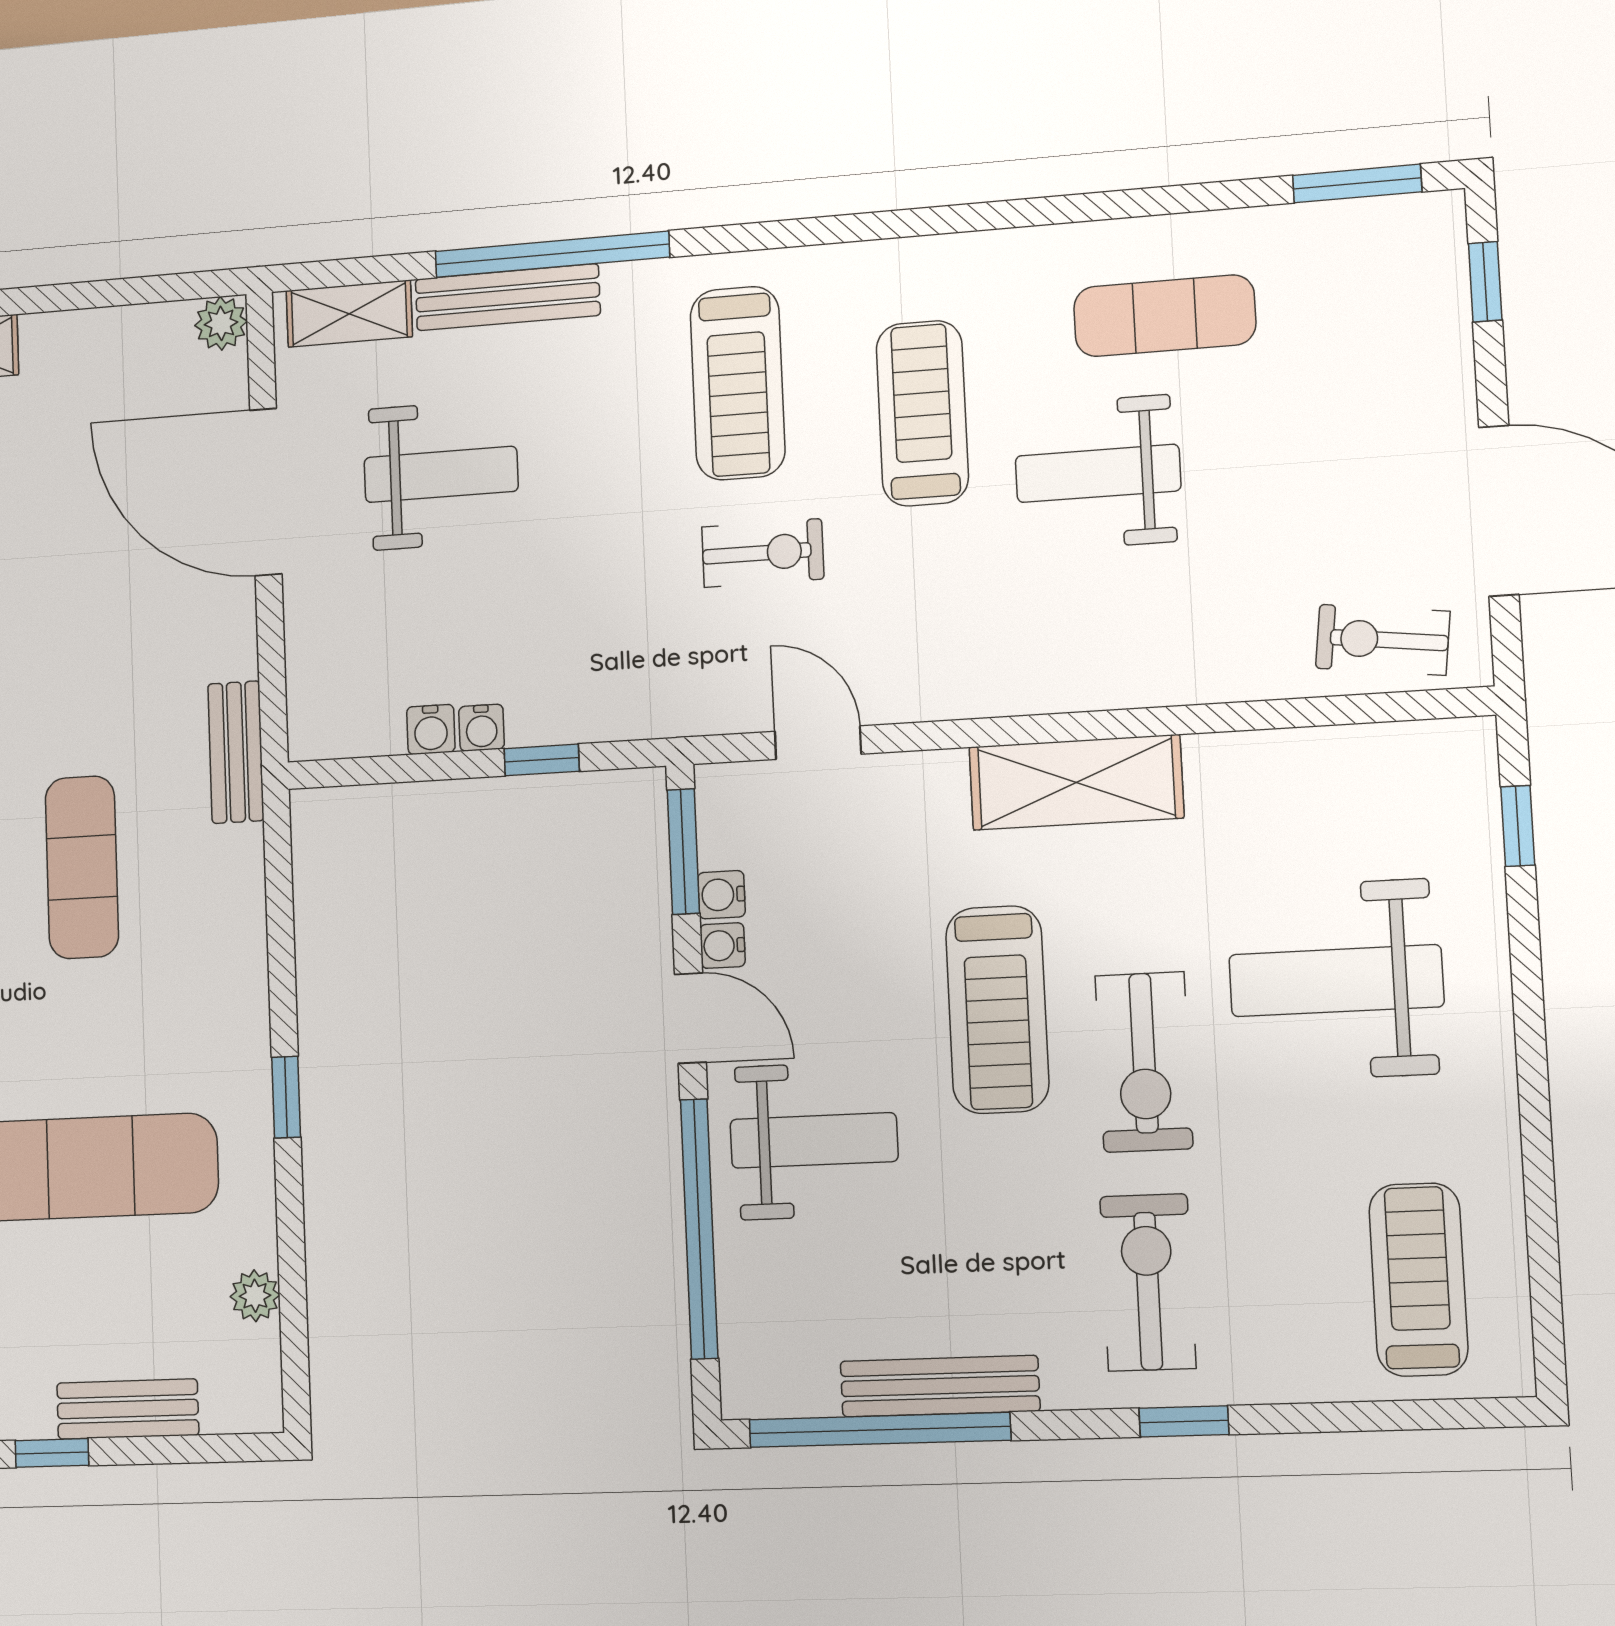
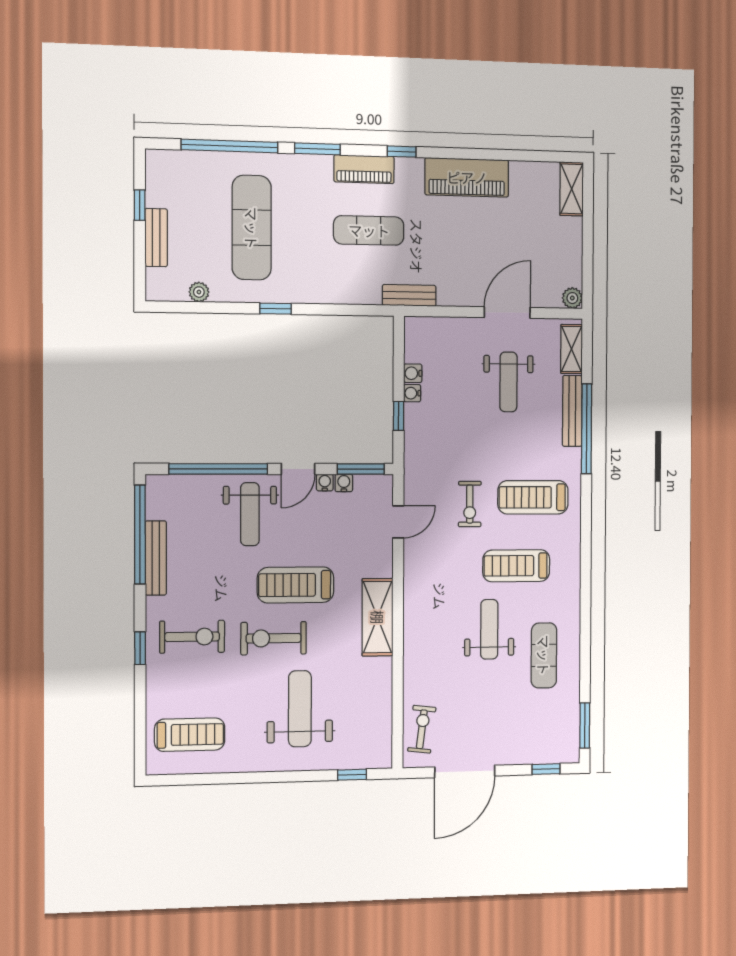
treadmill: (922, 413) -> (516, 566), turned 180
door: (266, 492) -> (507, 313), width x0.73

